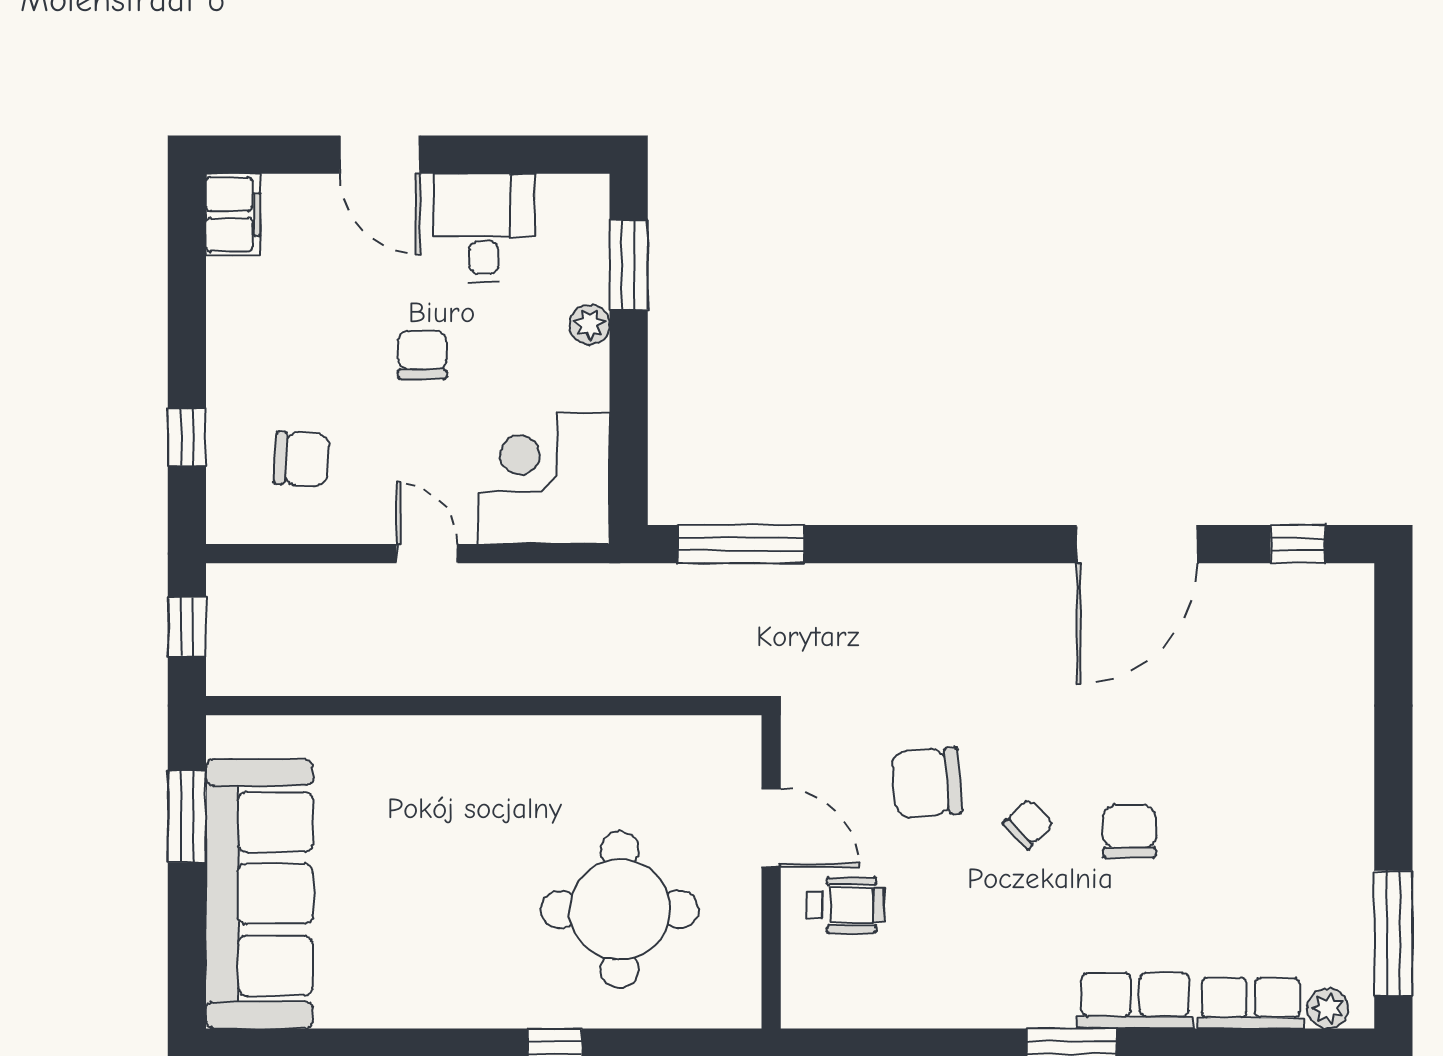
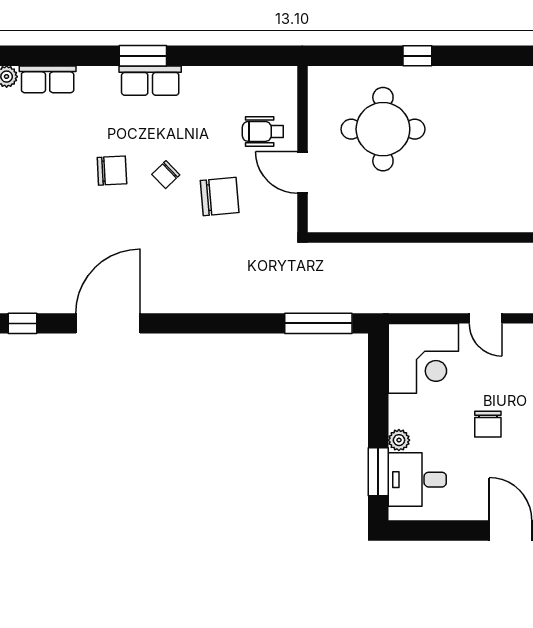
desk: (484, 228) -> (417, 480), moved, turned 90
chair: (1129, 831) -> (112, 171), turned -93
row of seats: (1135, 1001) -> (150, 81), moved

